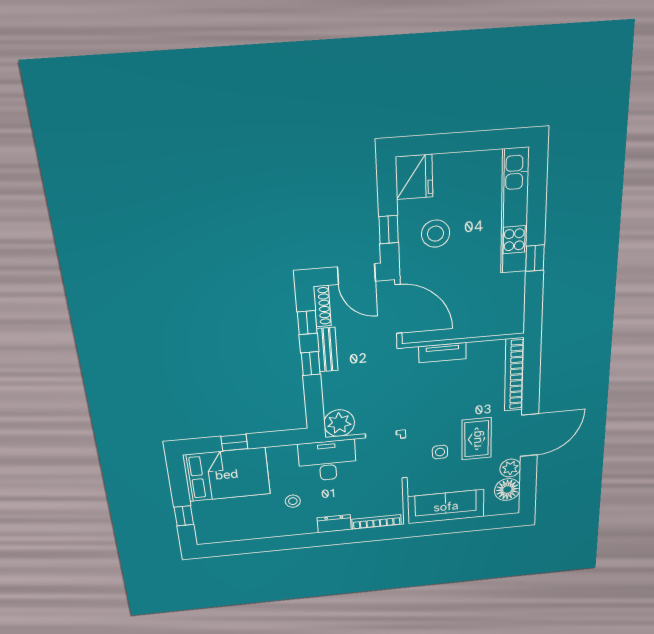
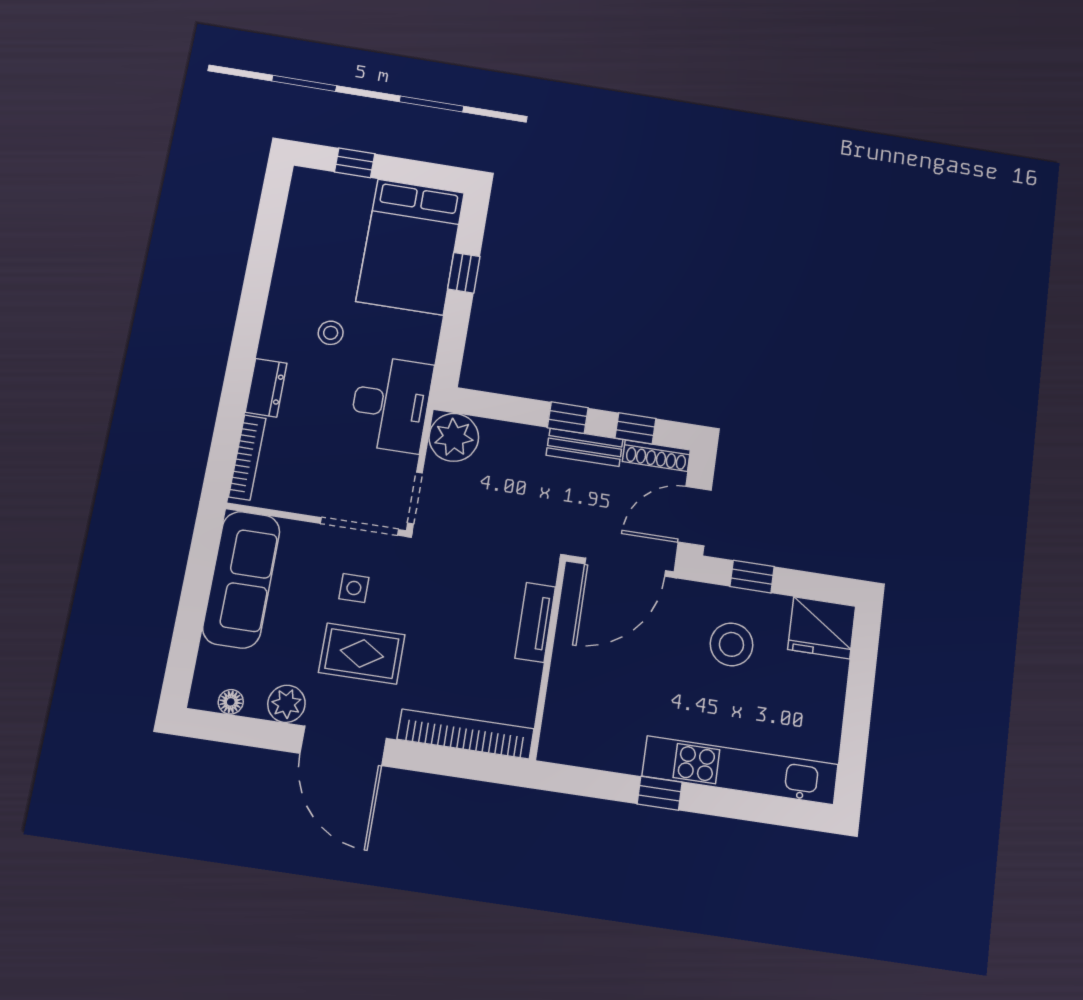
floor lamp: (507, 490) -> (231, 702), width x0.53, depth x0.53

